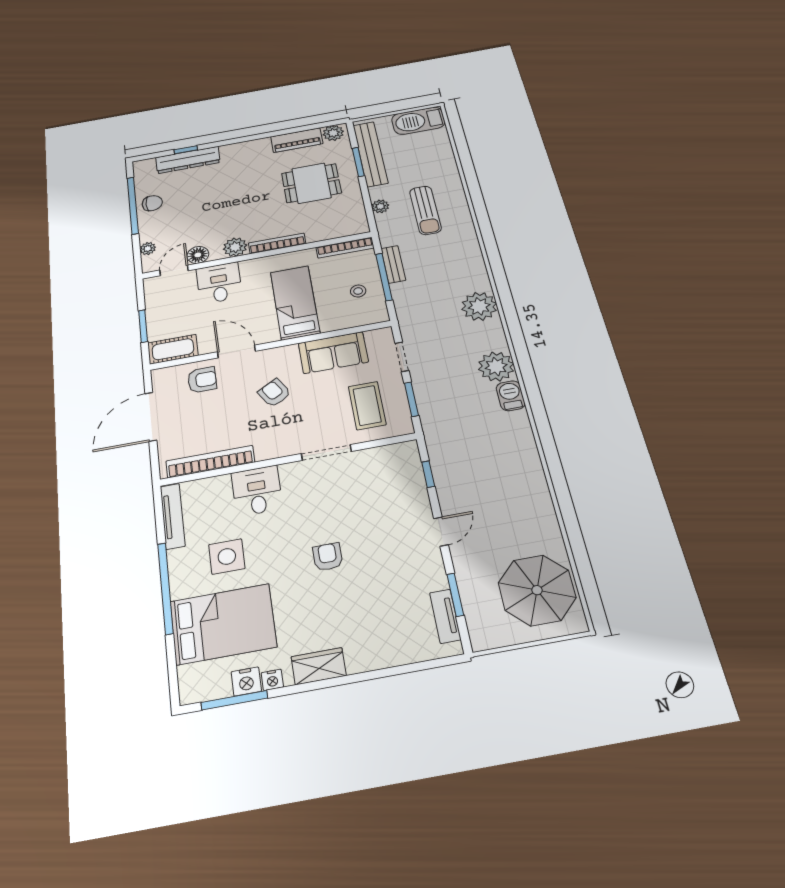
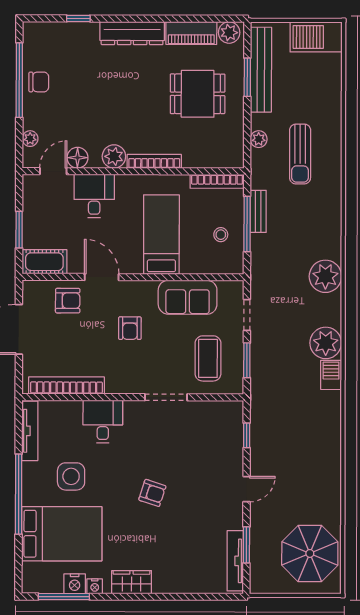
dresser: (188, 160) -> (132, 33), moved
armchair: (274, 393) -> (130, 328), turned -150
armchair: (328, 557) -> (152, 493), turned 108
tv unit: (445, 616) -> (235, 561), width x1.41

